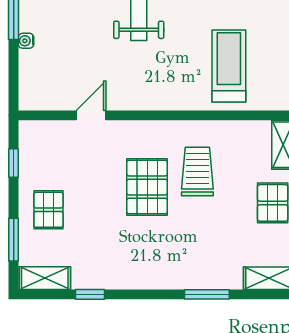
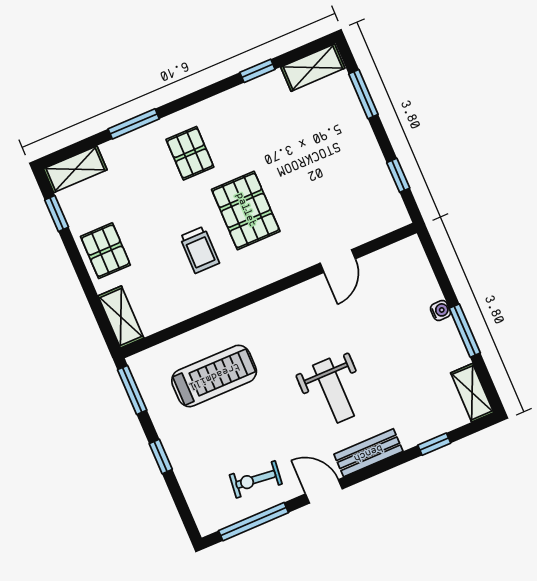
treadmill: (229, 66) -> (214, 376), turned -90
trolley: (197, 172) -> (199, 250), width x0.73, depth x0.72
pallet: (48, 210) -> (190, 153), moved

